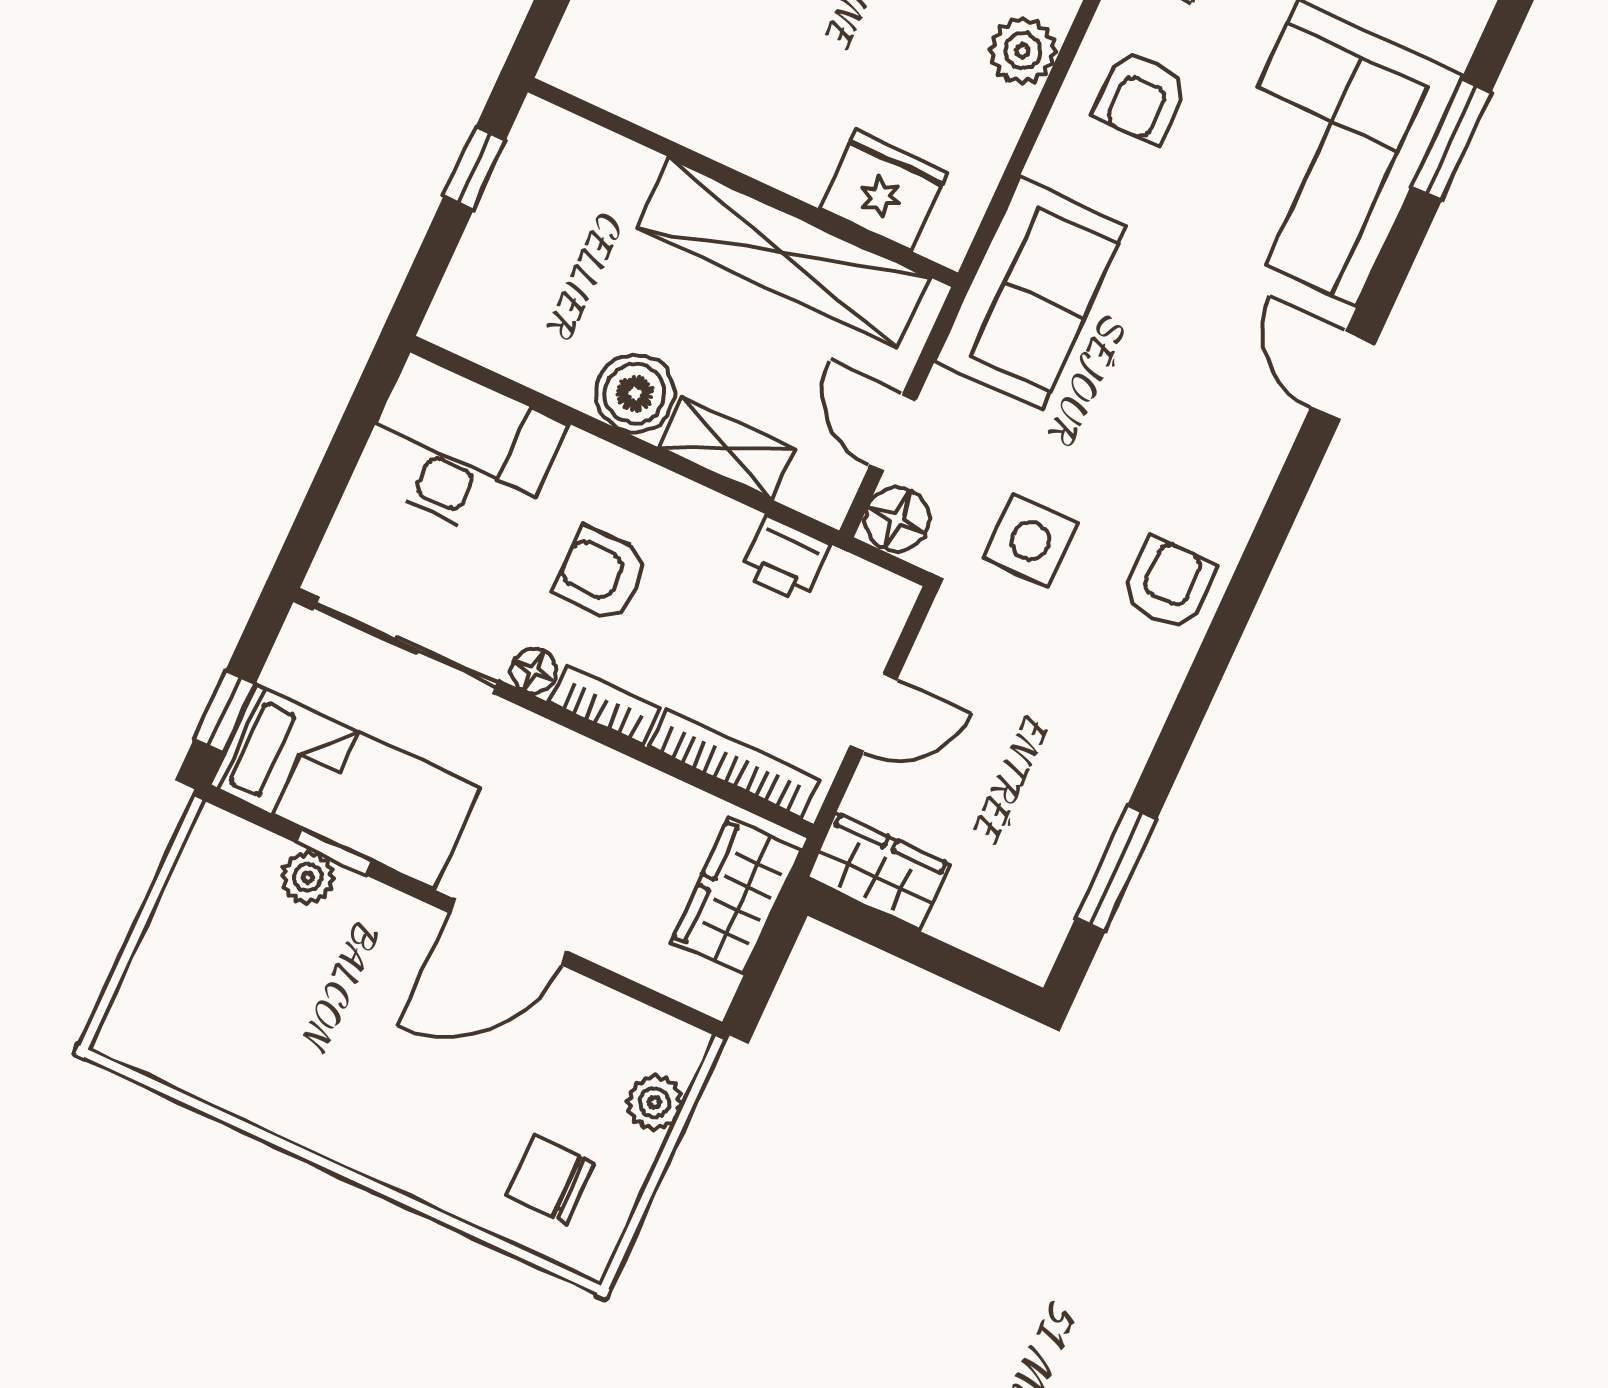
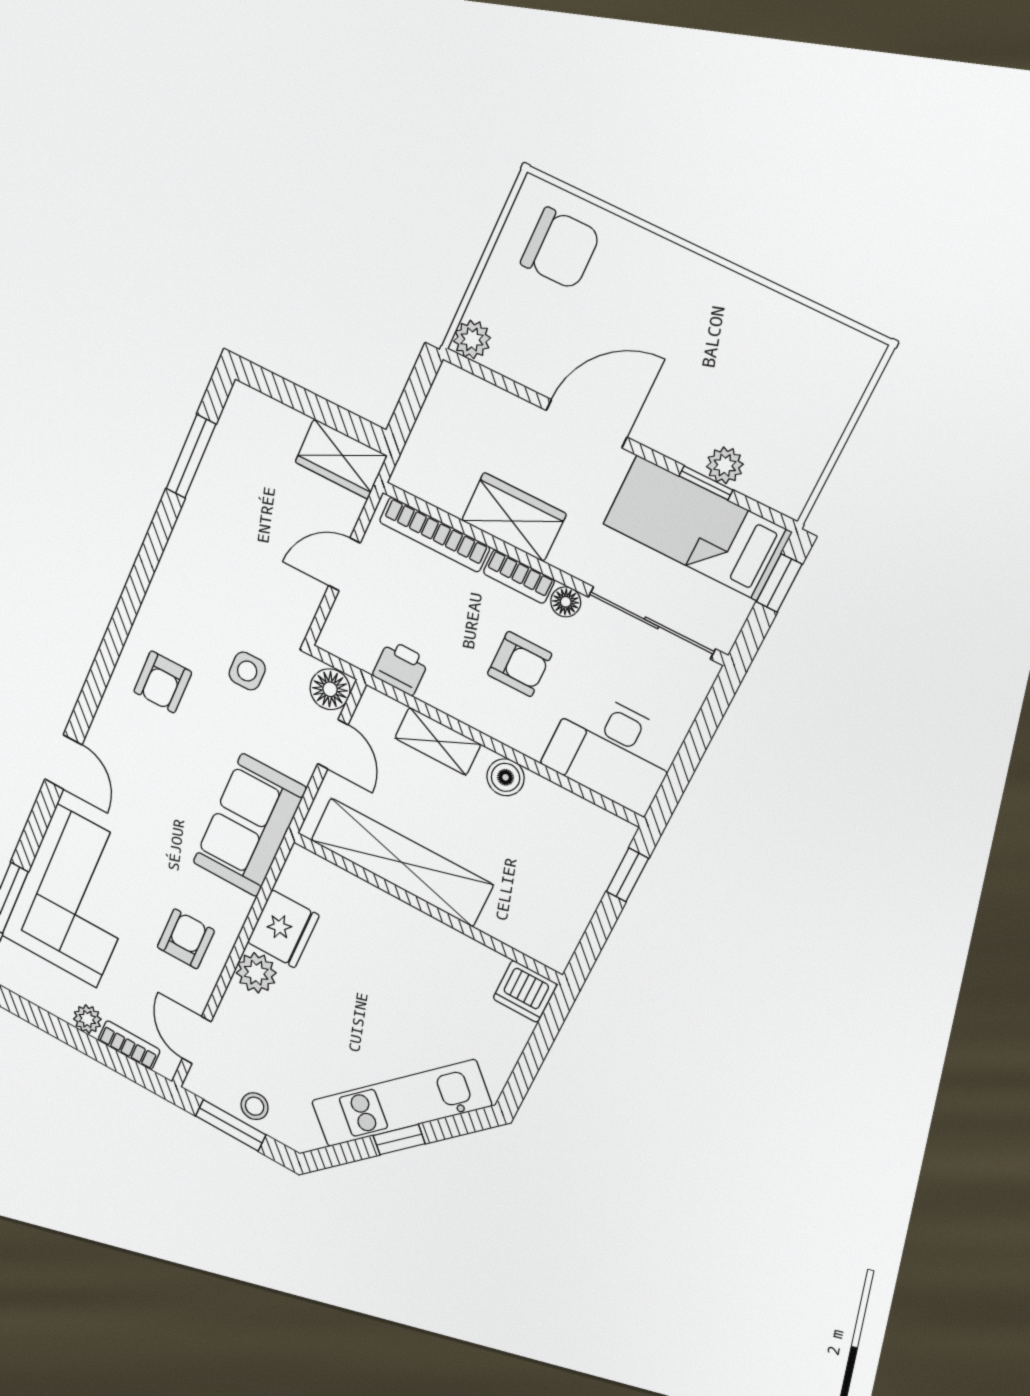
dishwasher: (586, 61) -> (525, 991), added
window: (475, 168) -> (627, 875), moved
fridge: (883, 190) -> (283, 929), moved, turned -90
boiler: (635, 393) -> (506, 777), width x0.73, depth x0.73
side table: (1031, 541) -> (247, 671), width x0.73, depth x0.73
armchair: (1168, 584) -> (163, 682), moved
wardrobe: (736, 896) -> (514, 517), moved, turned -90
plant: (655, 1103) -> (472, 339), moved
chair: (551, 1179) -> (560, 248), width x1.37, depth x1.37

